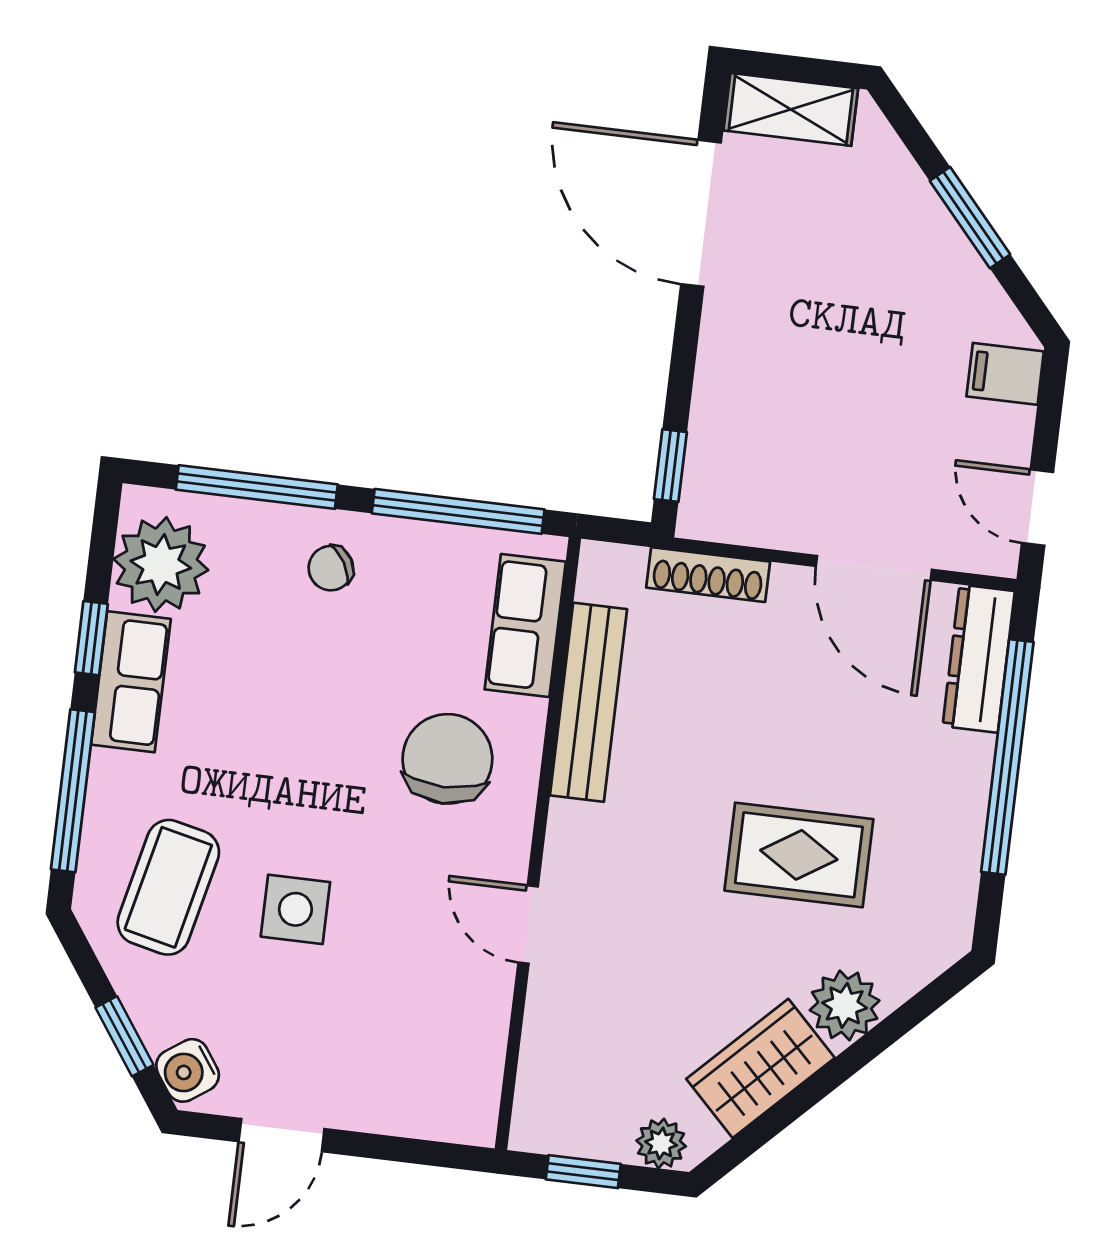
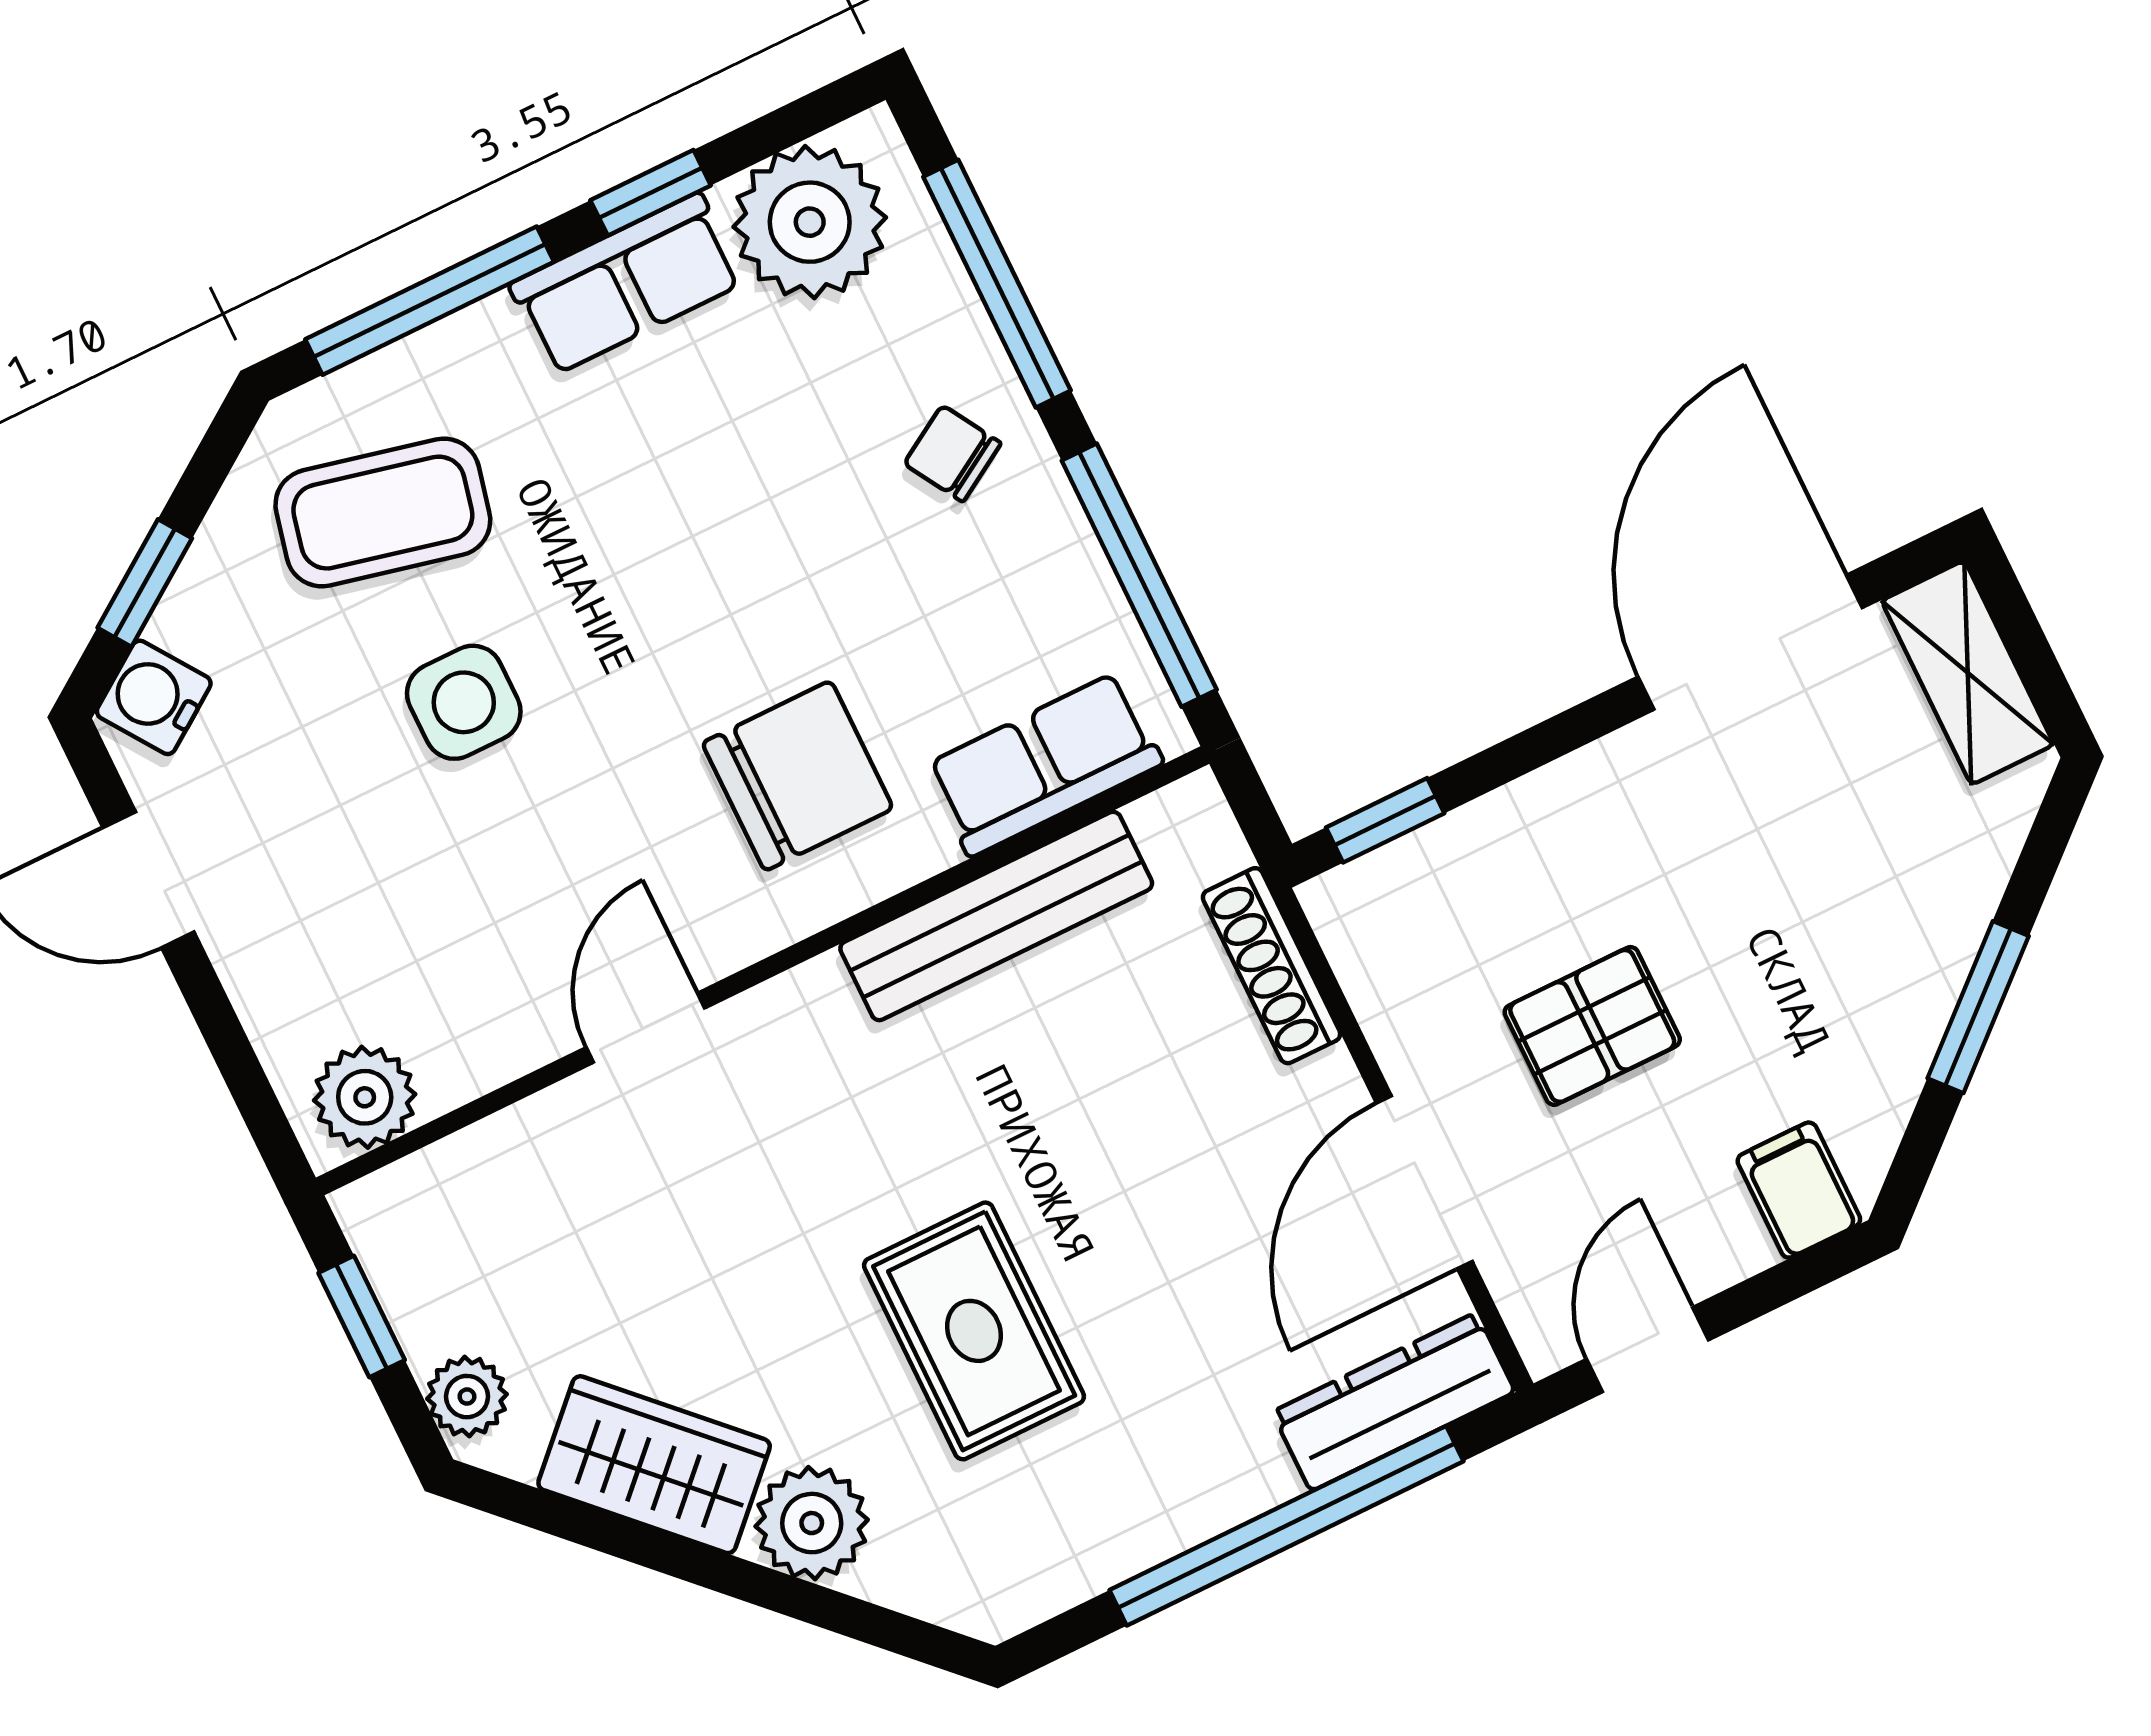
pallet: (849, 427) -> (1592, 1026), added
plant: (469, 1095) -> (365, 1097), added

